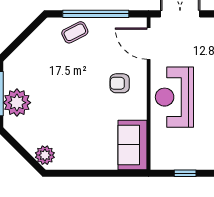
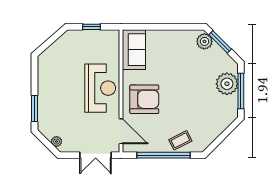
armchair: (120, 83) -> (144, 99), width x1.88, depth x1.88
window: (25, 155) -> (220, 42), added

